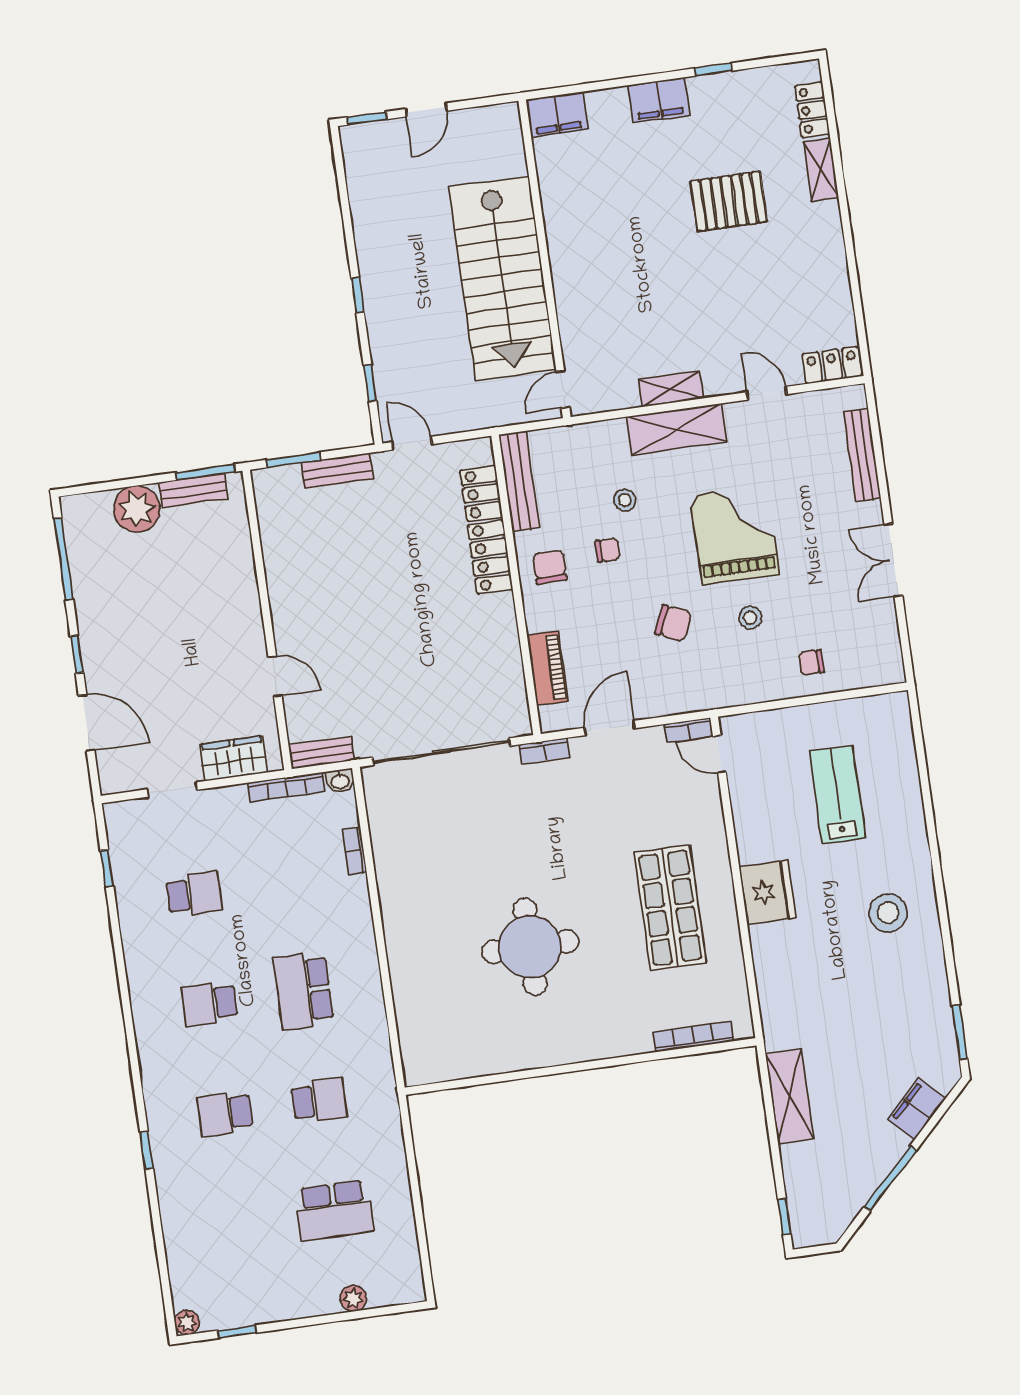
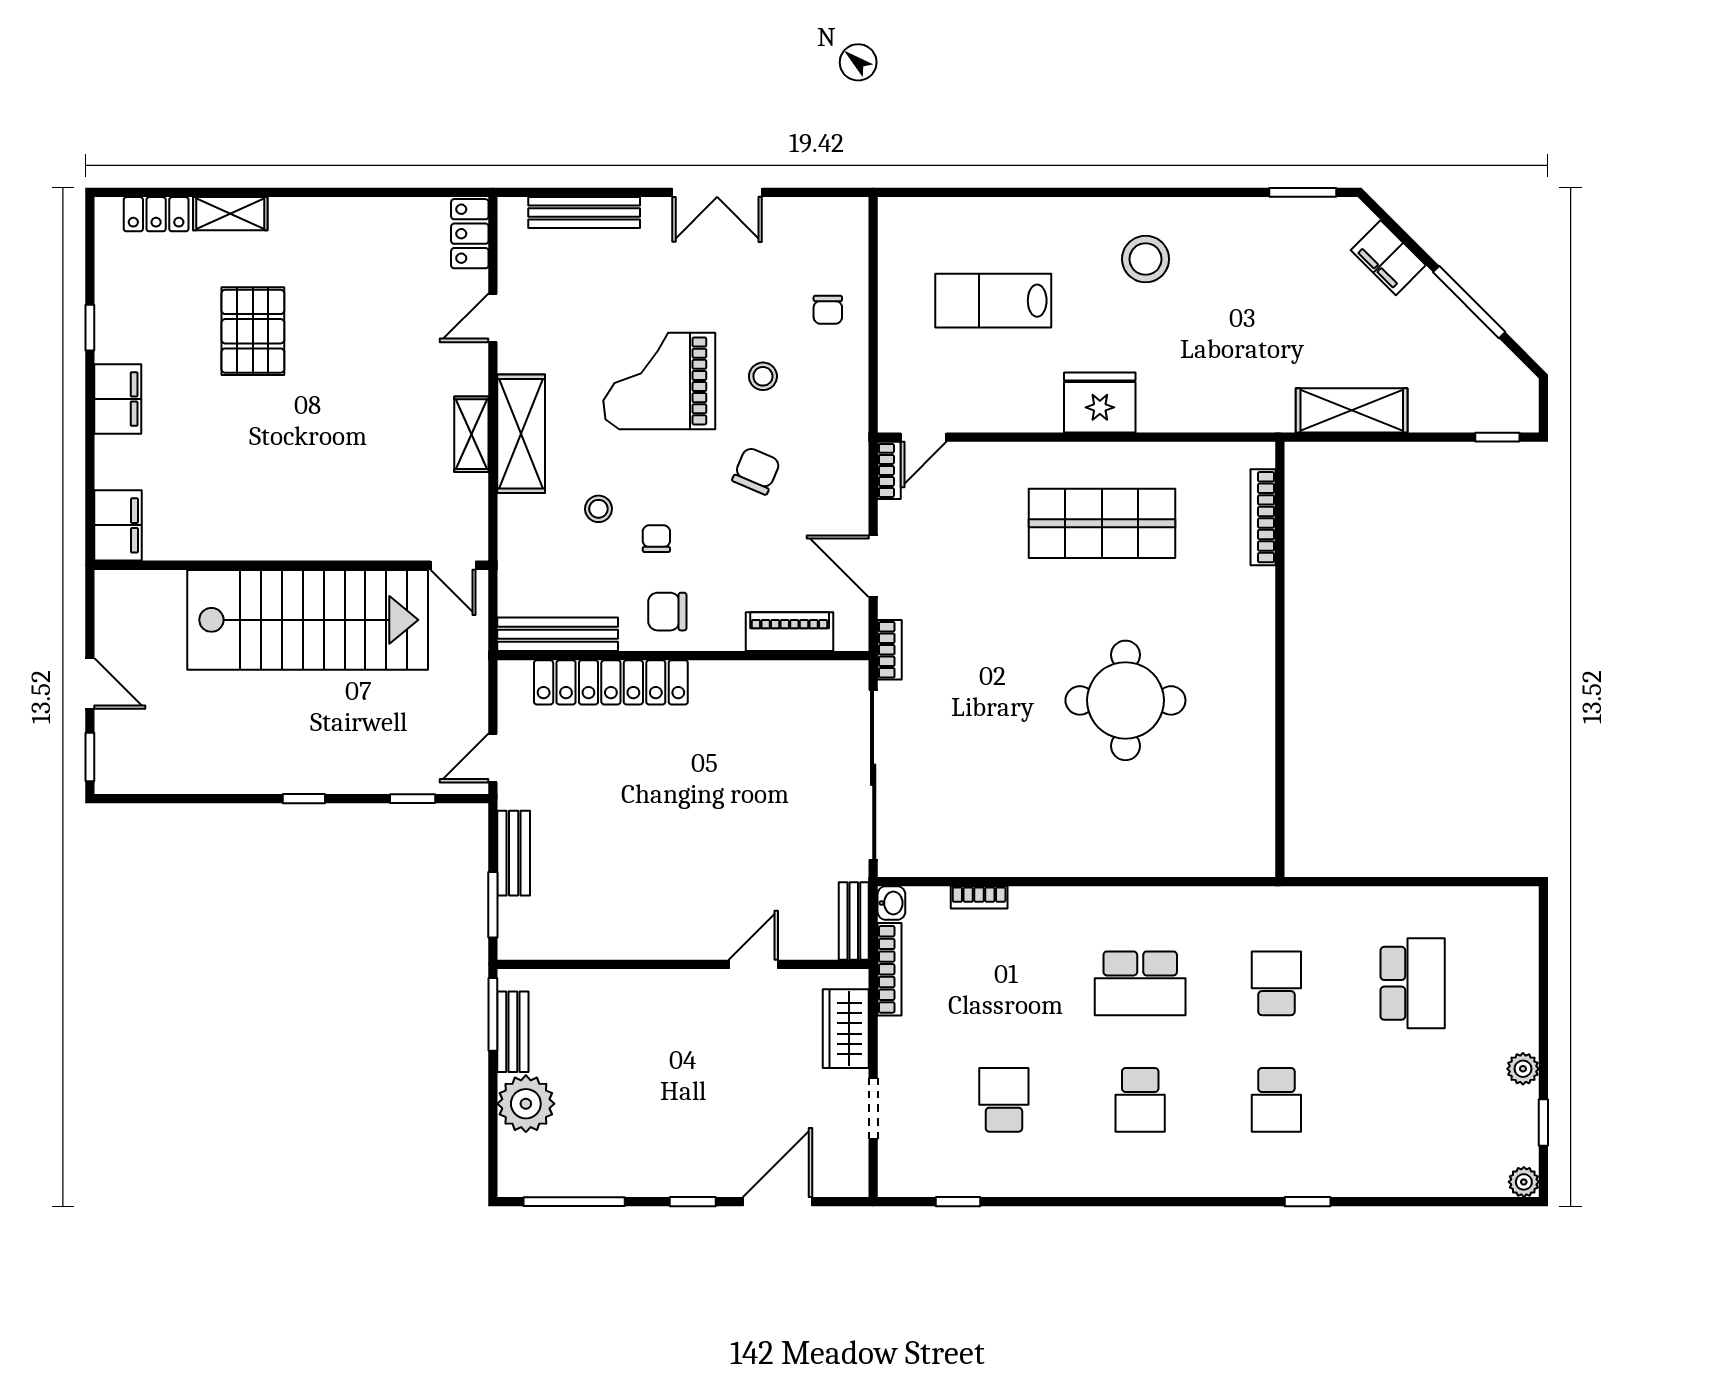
plant: (353, 1298) -> (1523, 1069), moved

